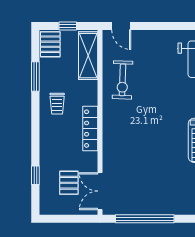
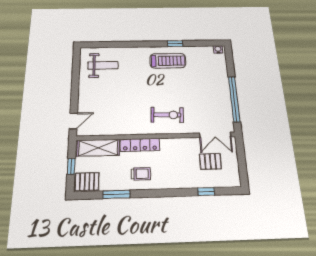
exercise bike: (123, 80) -> (167, 115), moved
locker: (90, 129) -> (140, 145), moved

